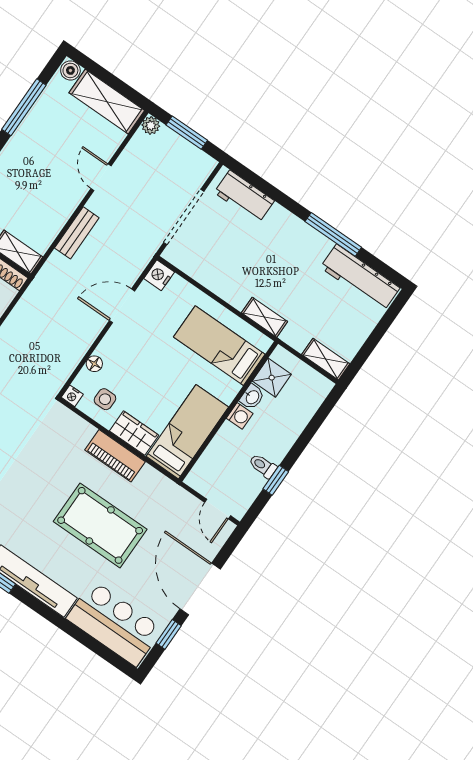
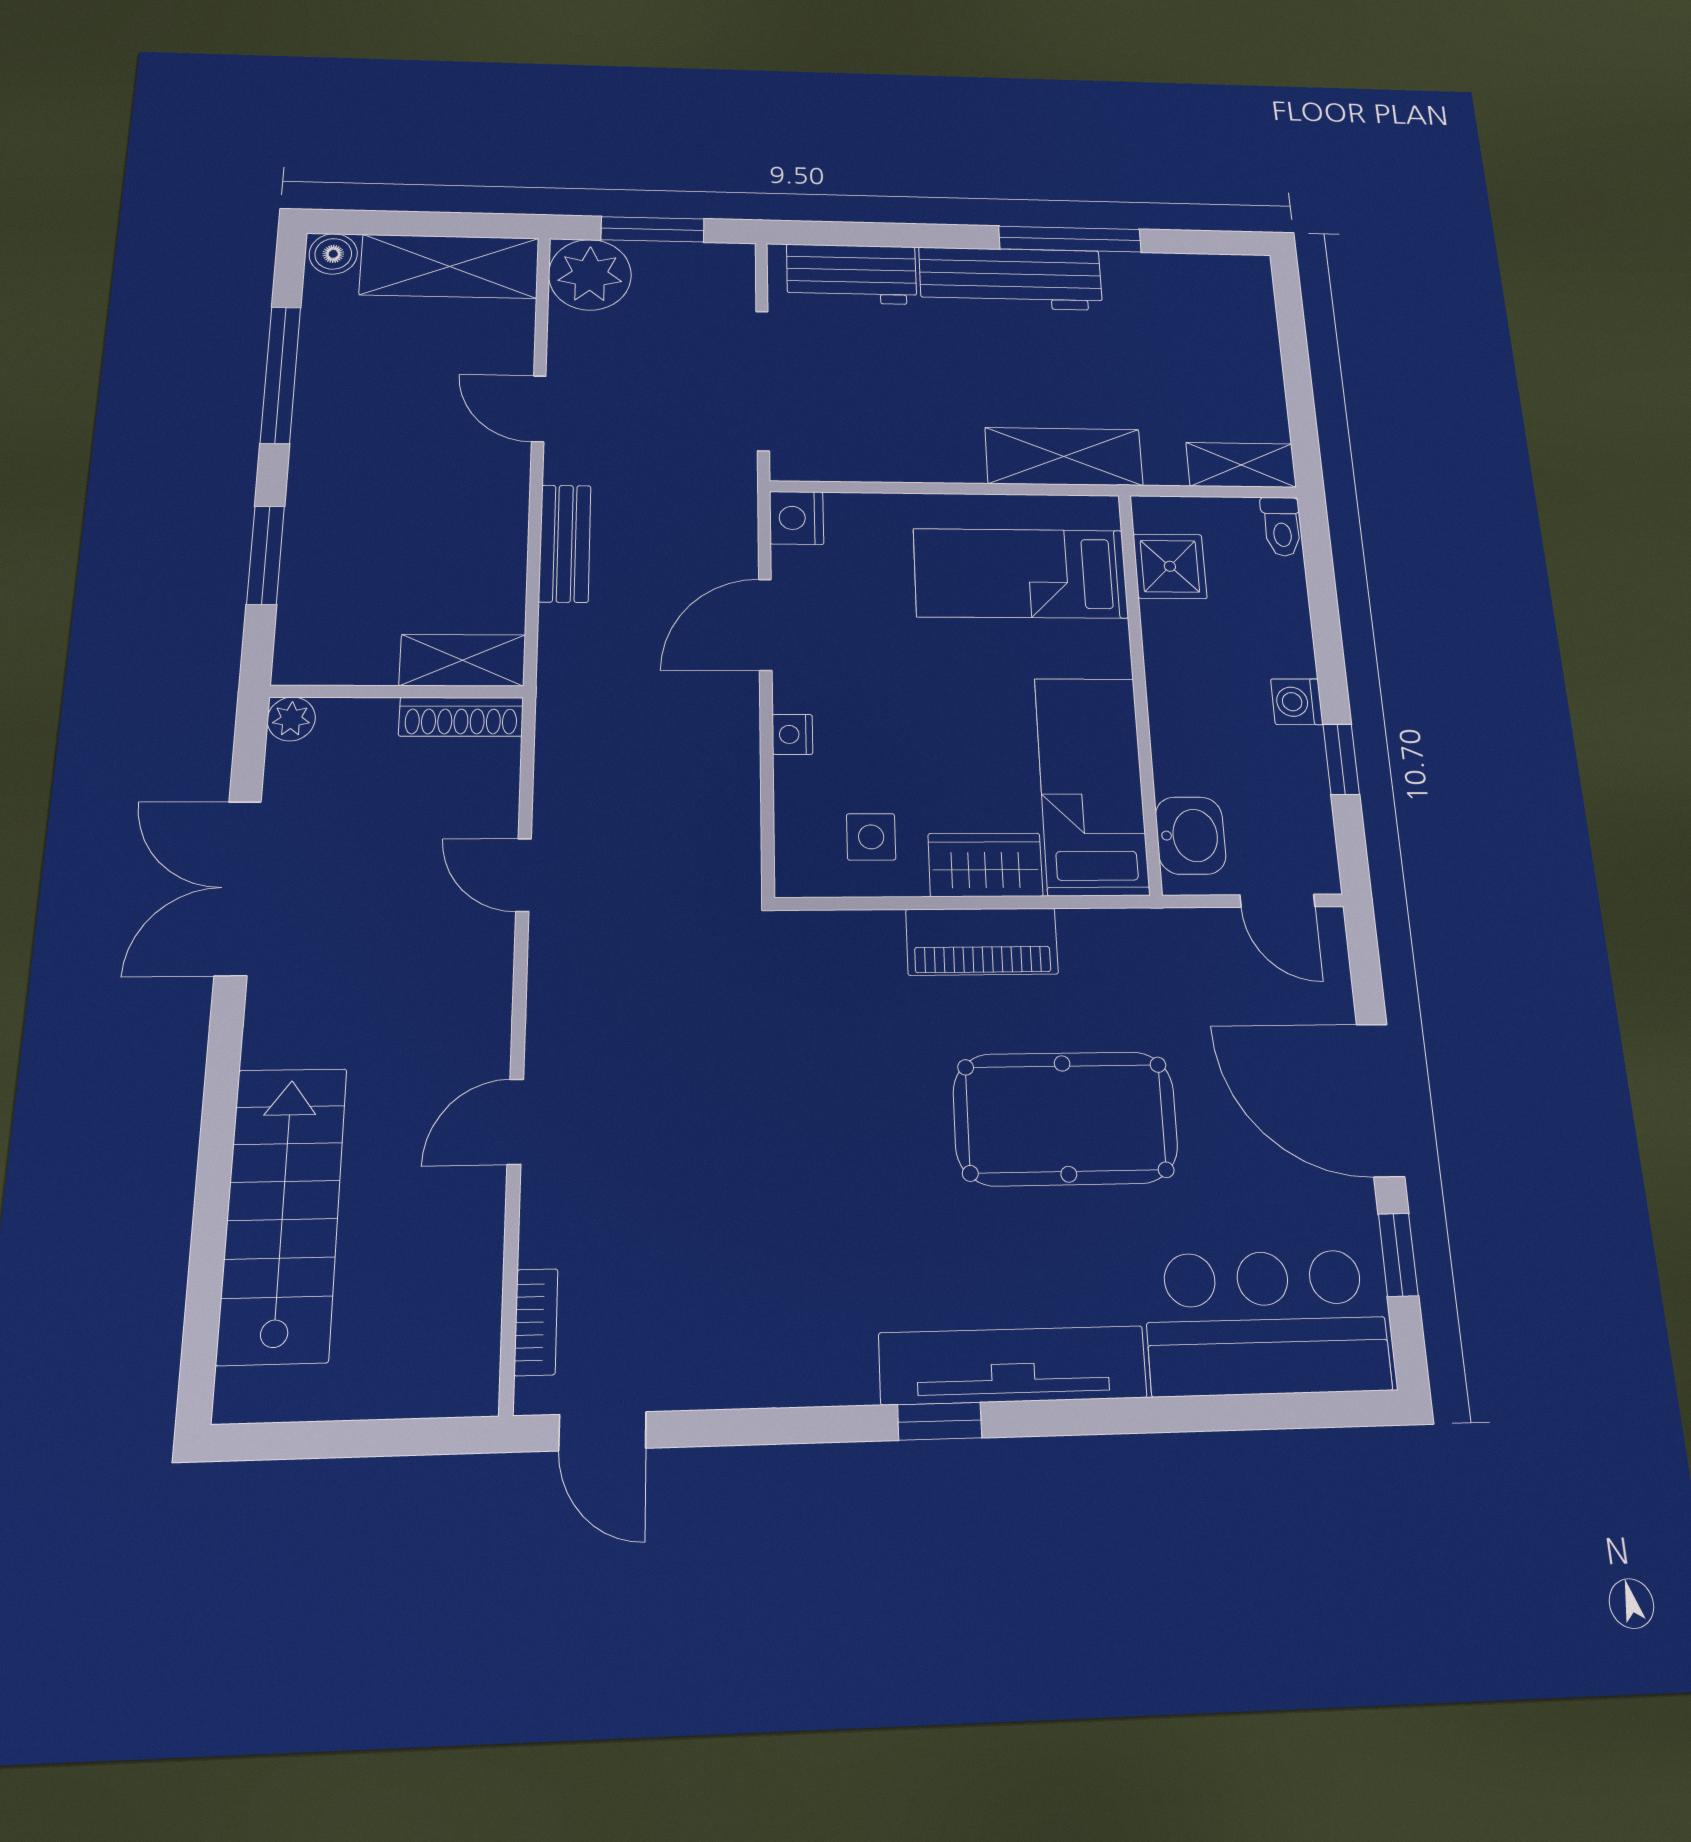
plant: (151, 126) -> (590, 275), width x1.88, depth x1.88
workbench: (360, 278) -> (1011, 279), moved
shelving: (265, 317) -> (1064, 457), width x1.50, depth x1.33
floor lamp: (94, 364) -> (794, 779), removed
nightstand: (72, 396) -> (792, 734), moved, turned 90
washbasin: (252, 397) -> (1191, 835), moved, width x1.38, depth x1.45
washing machine: (240, 416) -> (1297, 702), moved, turned 180
toilet: (263, 466) -> (1282, 527), moved, turned -90

